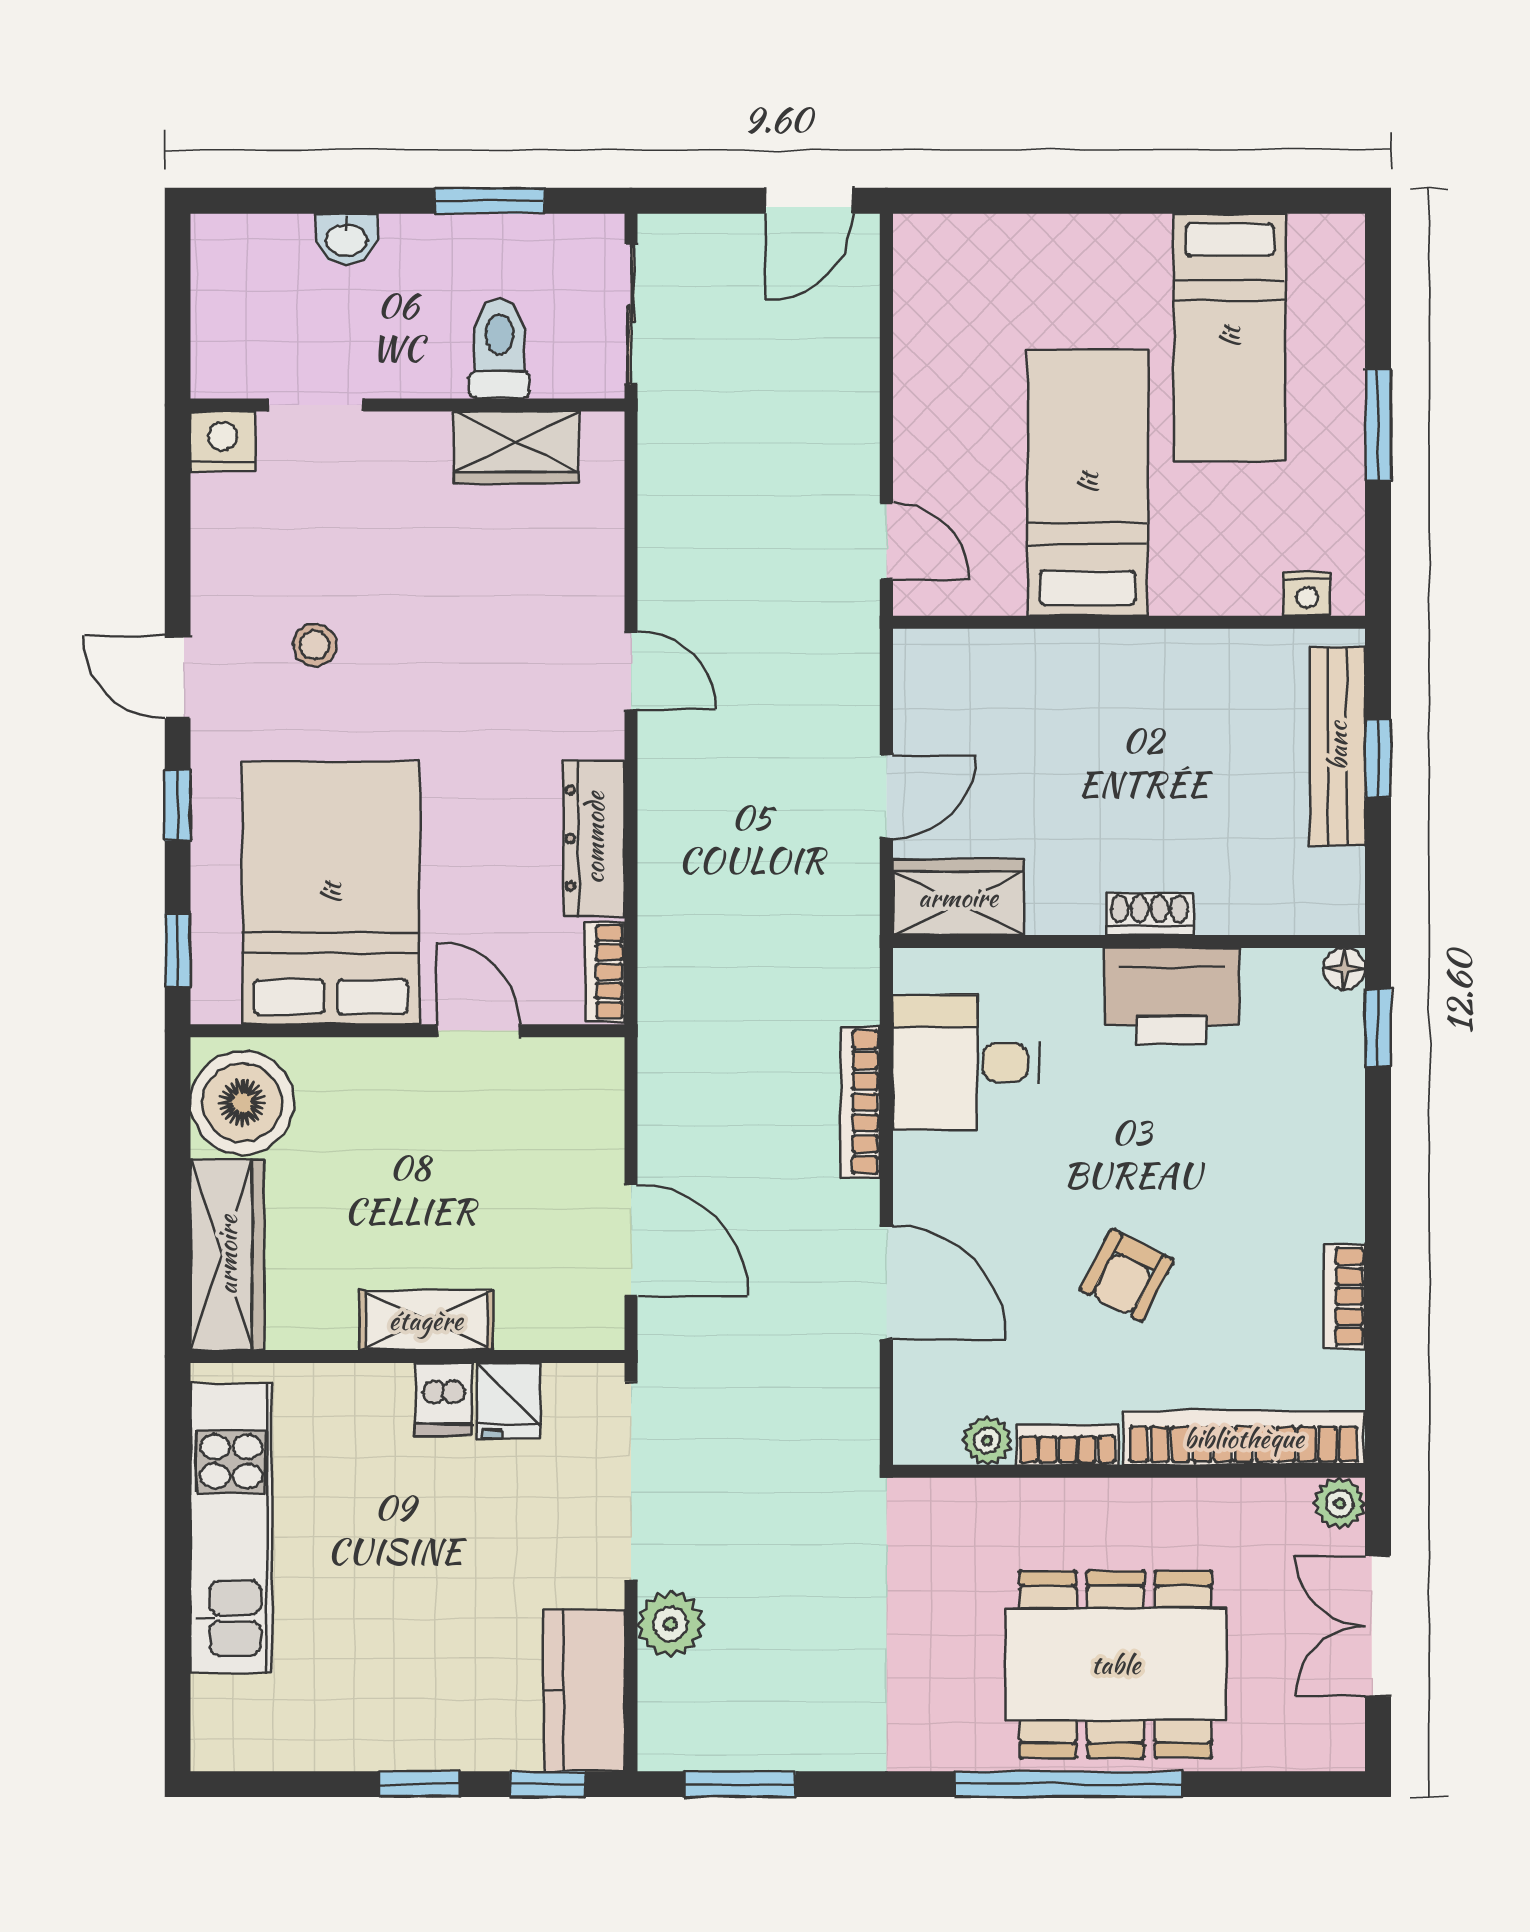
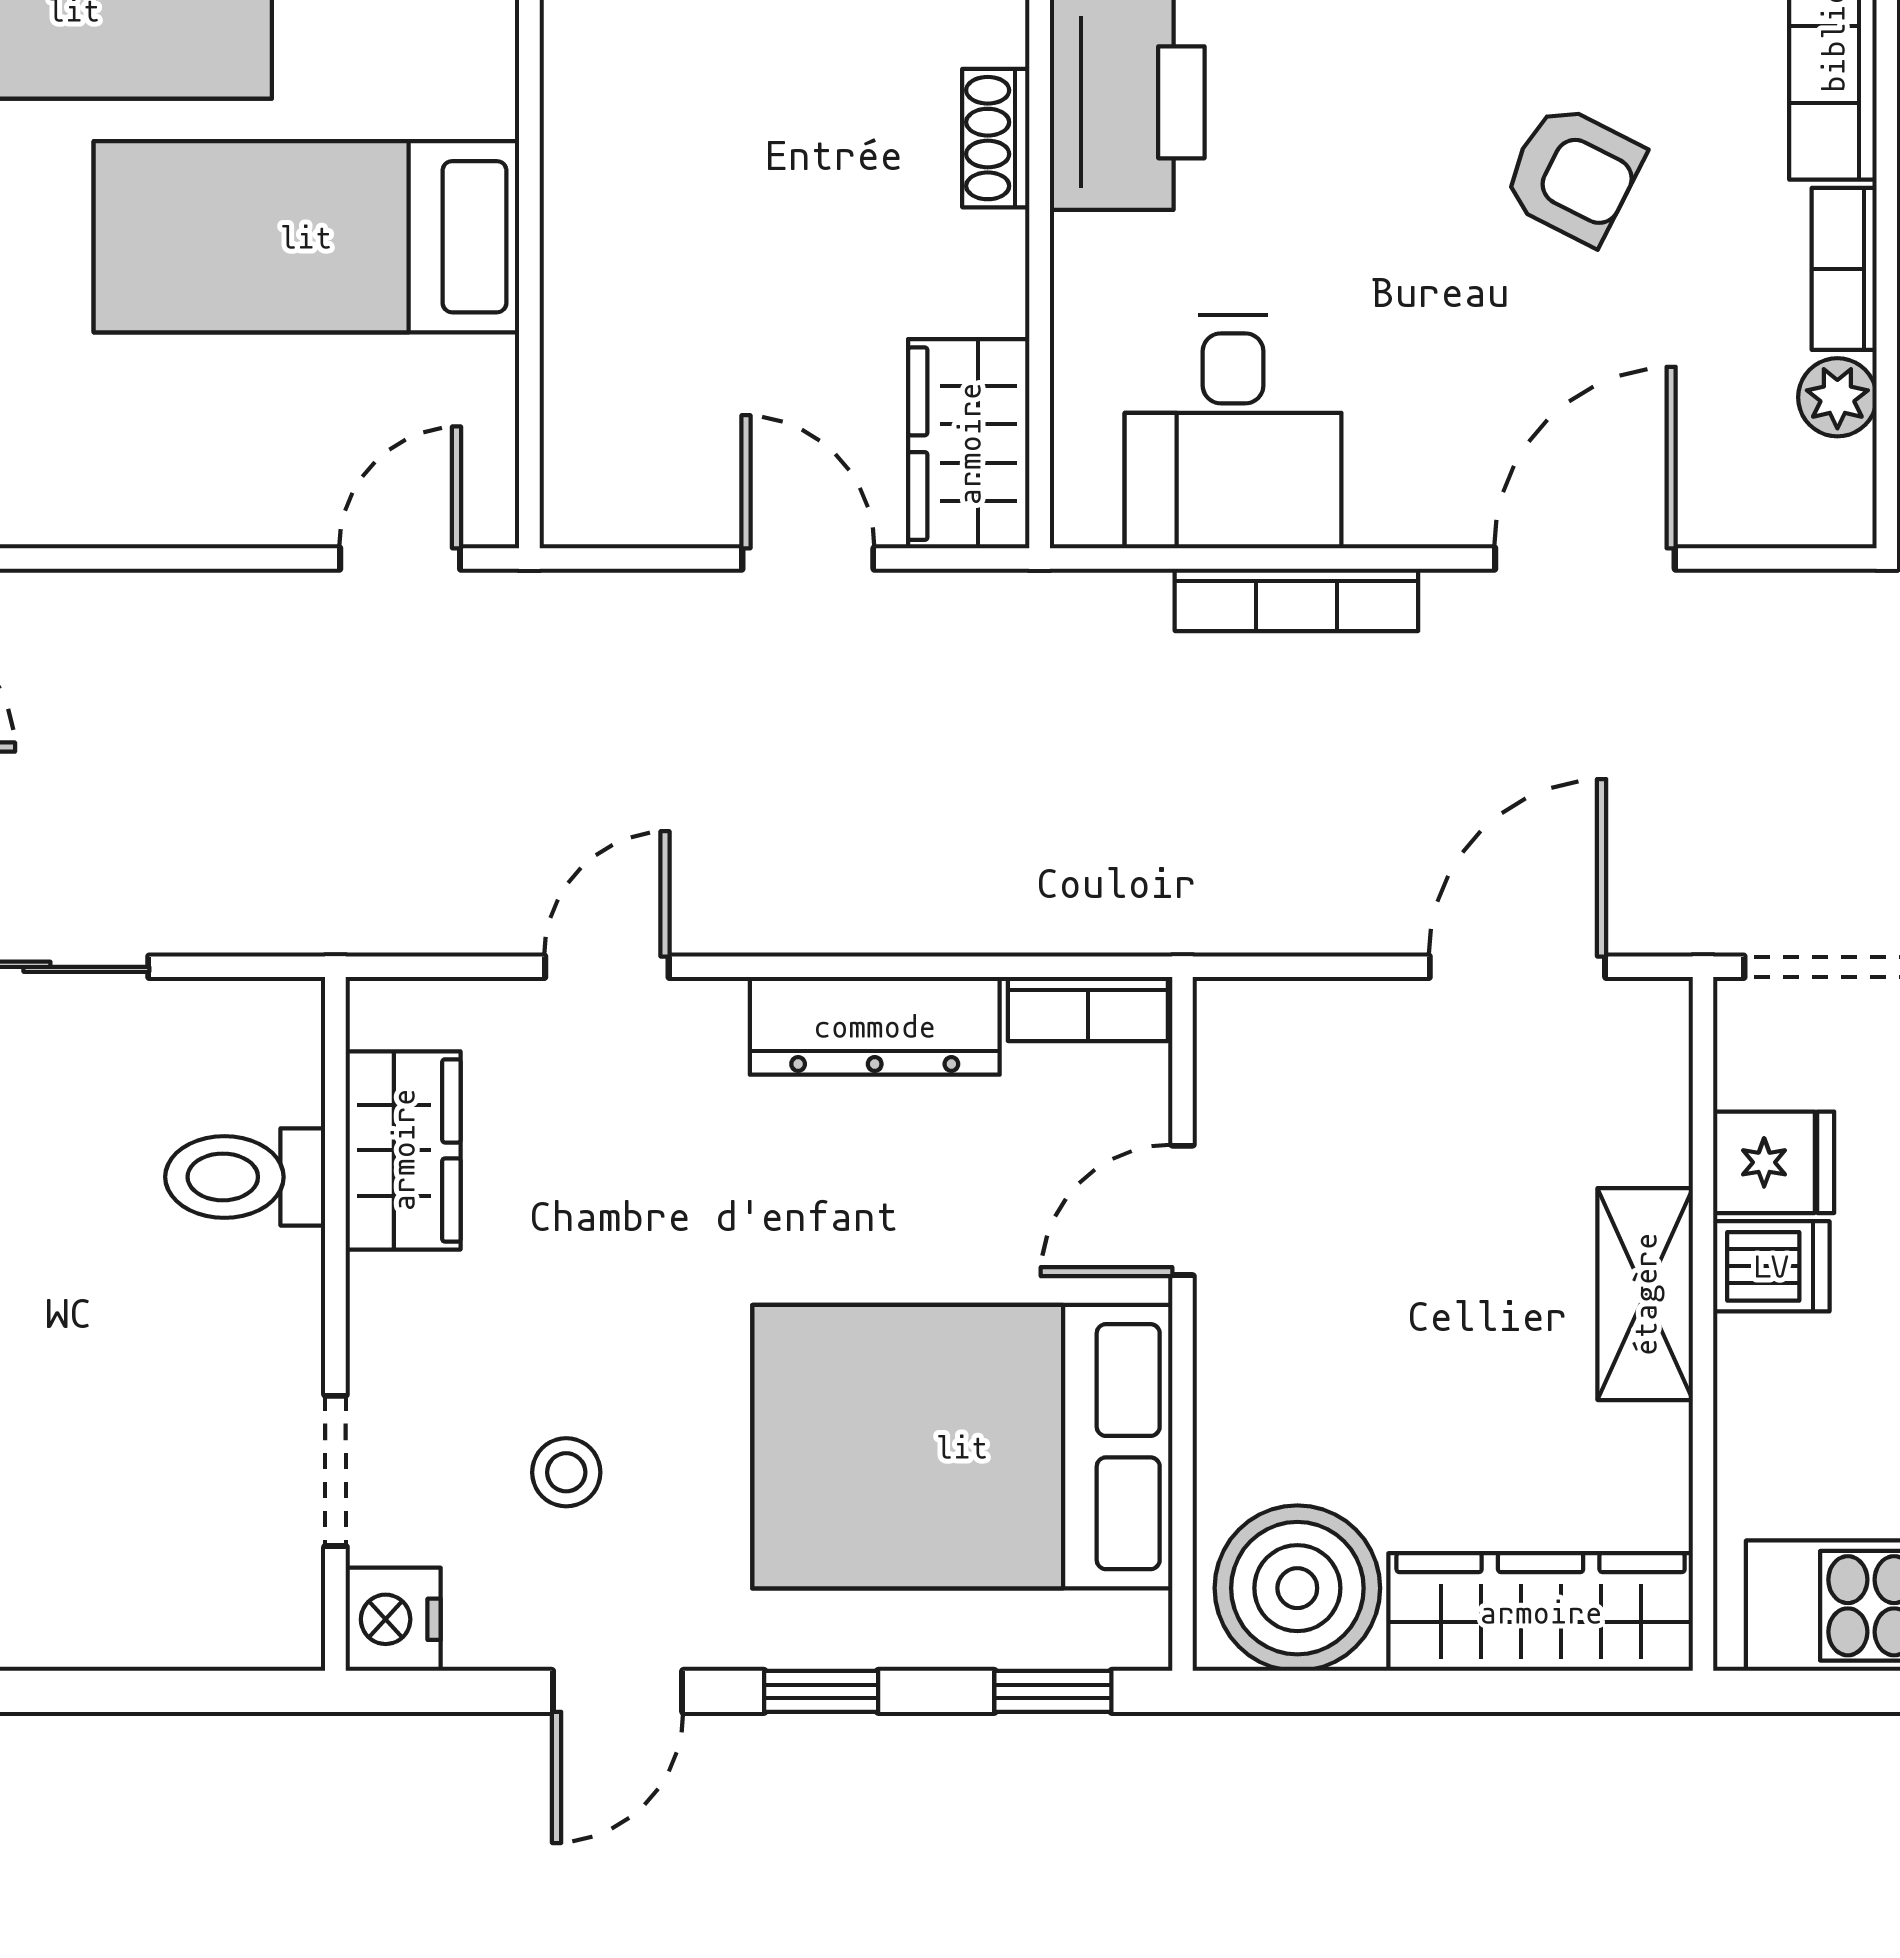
toilet: (499, 349) -> (245, 1177), moved
doorway: (316, 405) -> (335, 1471), moved
wall: (407, 405) -> (335, 1324), moved
nightstand: (223, 441) -> (393, 1619), moved
wardrobe: (516, 447) -> (403, 1150), moved

